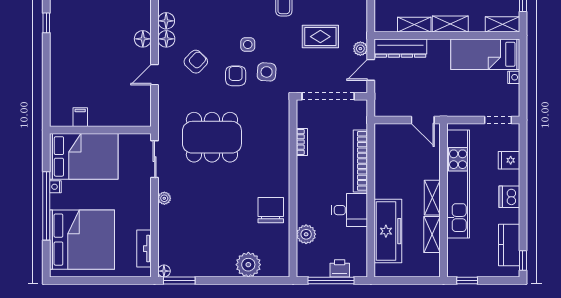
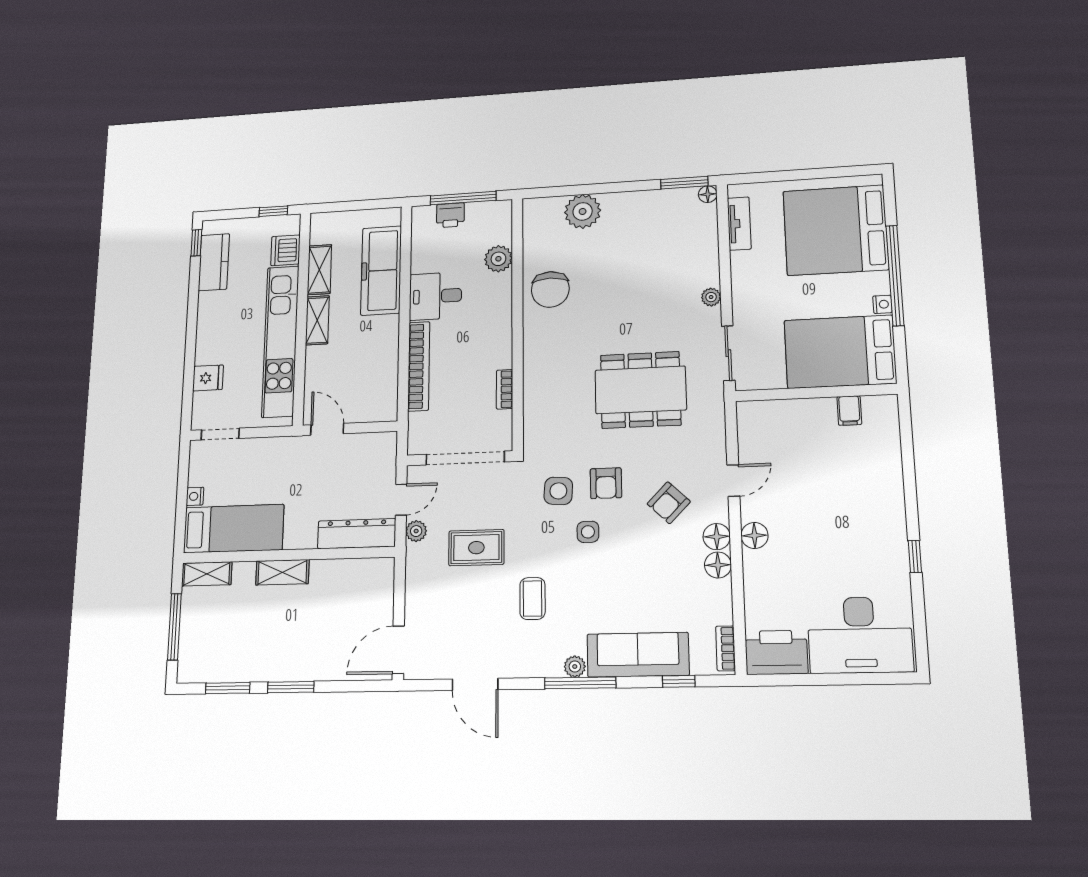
shelving: (414, 25) -> (335, 570), removed
dishwasher: (509, 197) -> (285, 250), moved, turned 180

